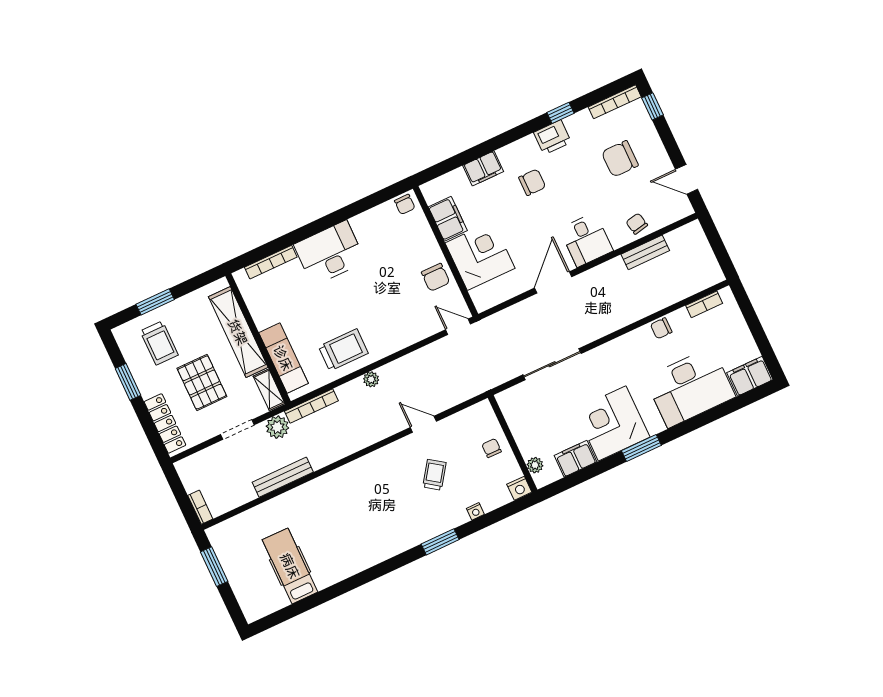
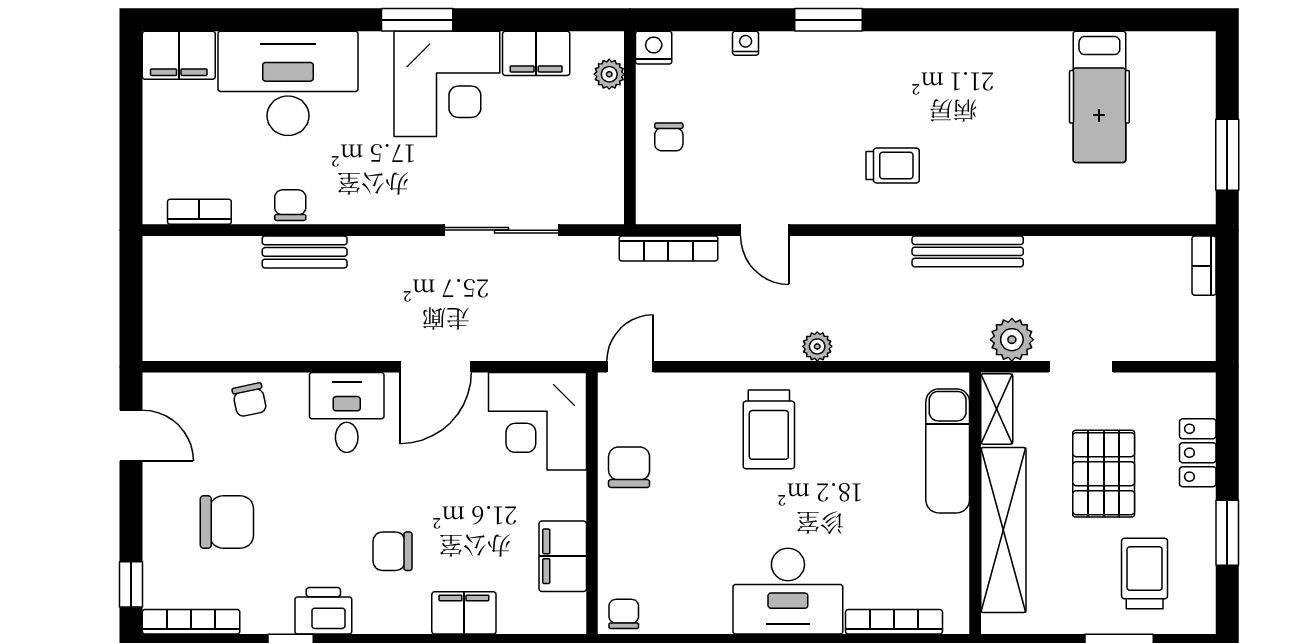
bench: (645, 252) -> (305, 252), moved
corner desk: (480, 256) -> (537, 421), moved
door: (458, 327) -> (630, 367), swing flipped
chair: (661, 328) -> (290, 205), turned -90
trolley: (343, 350) -> (769, 429), moved, turned -90
bookcase: (311, 406) -> (668, 248), moved, turned 180
locker: (165, 423) -> (1198, 453), width x0.66
trolley: (434, 475) -> (893, 166), moved, turned -125
bench: (283, 477) -> (968, 251), moved

